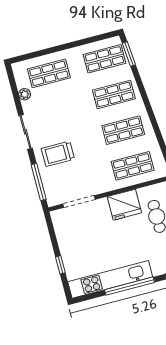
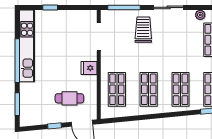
fridge: (124, 205) -> (89, 68), width x0.53, depth x0.75

